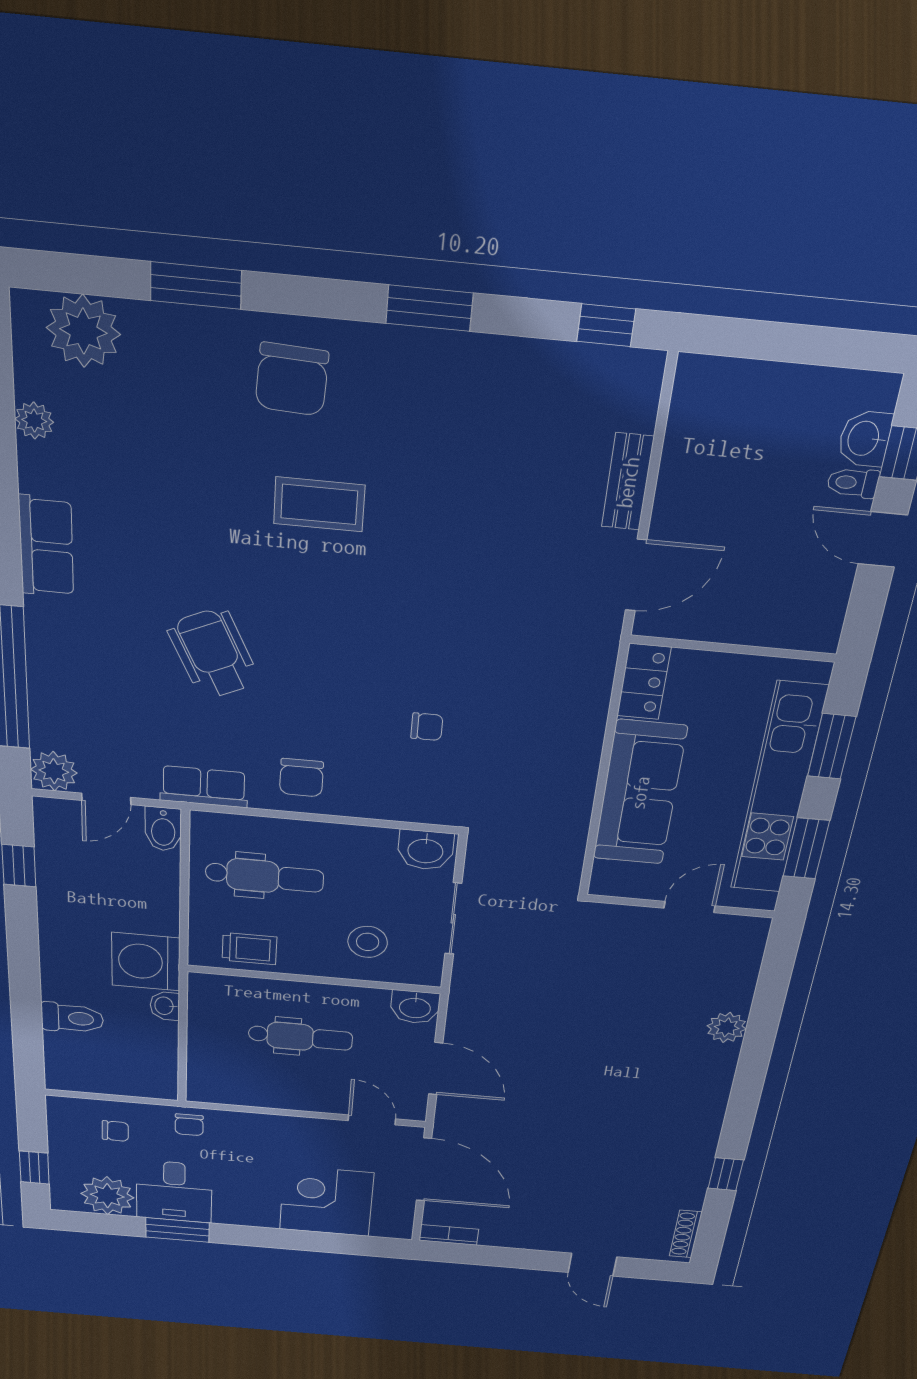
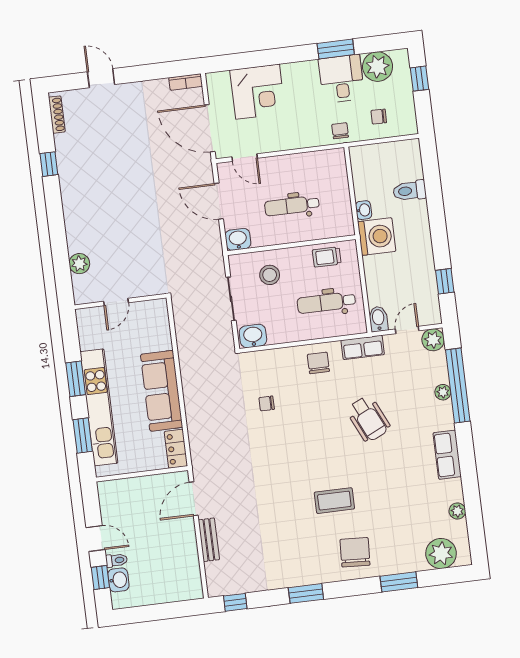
plant: (43, 672) -> (443, 392), added
wall: (680, 906) -> (120, 301), moved
door: (689, 907) -> (116, 302), moved

